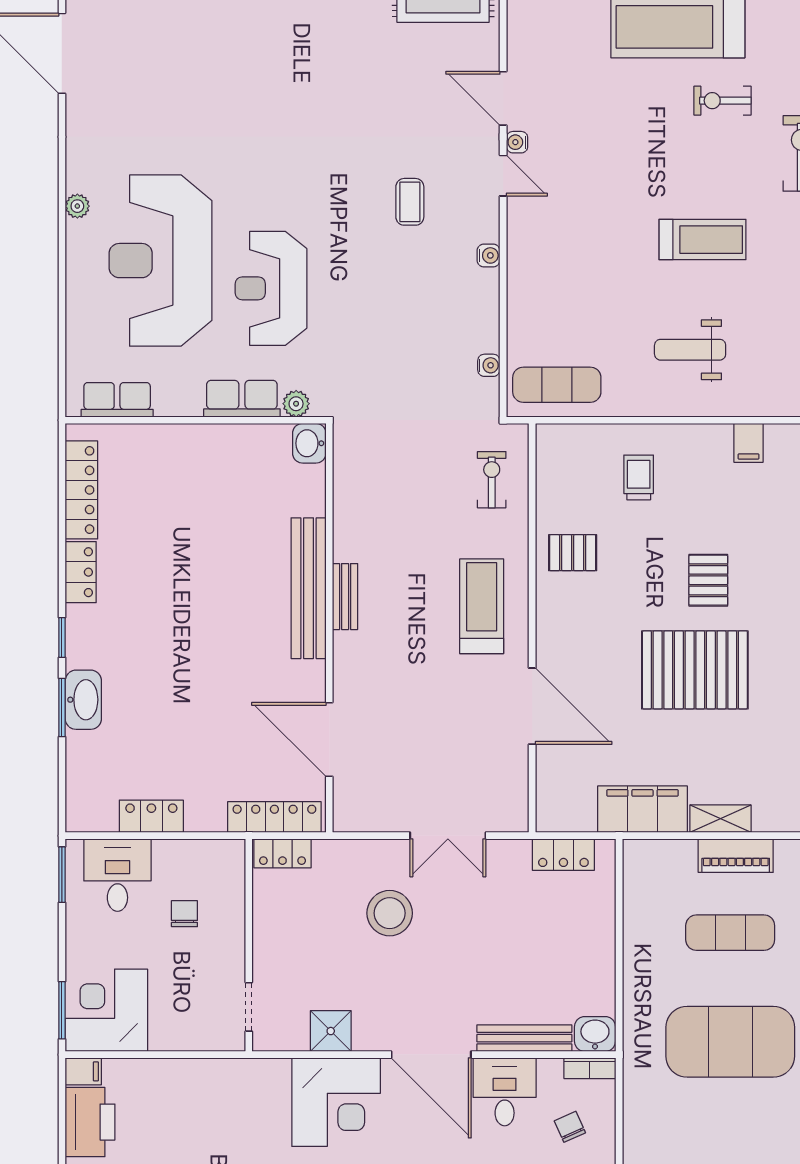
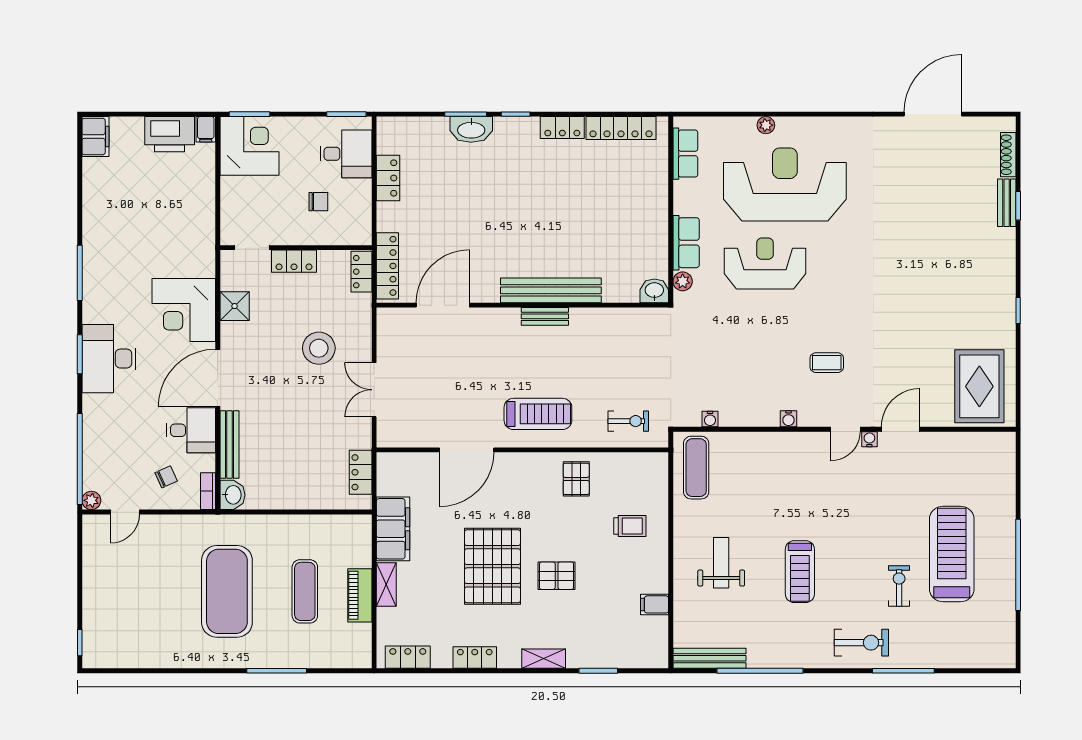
plant: (77, 206) -> (766, 125), moved
locker: (268, 948) -> (294, 261), added

